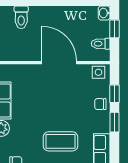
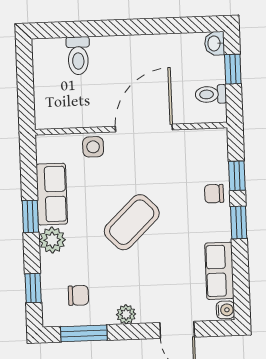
door: (59, 63) -> (144, 128), hinge flipped
side table: (99, 72) -> (93, 147), moved
coffee table: (61, 141) -> (132, 222), moved, turned -44

